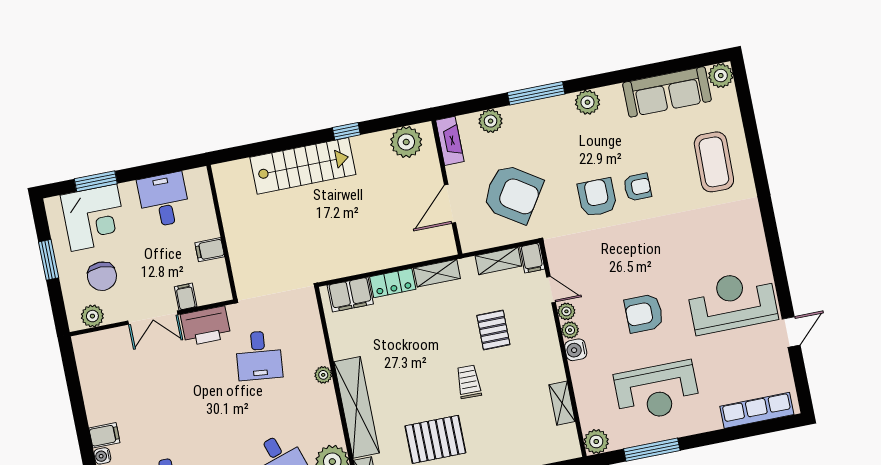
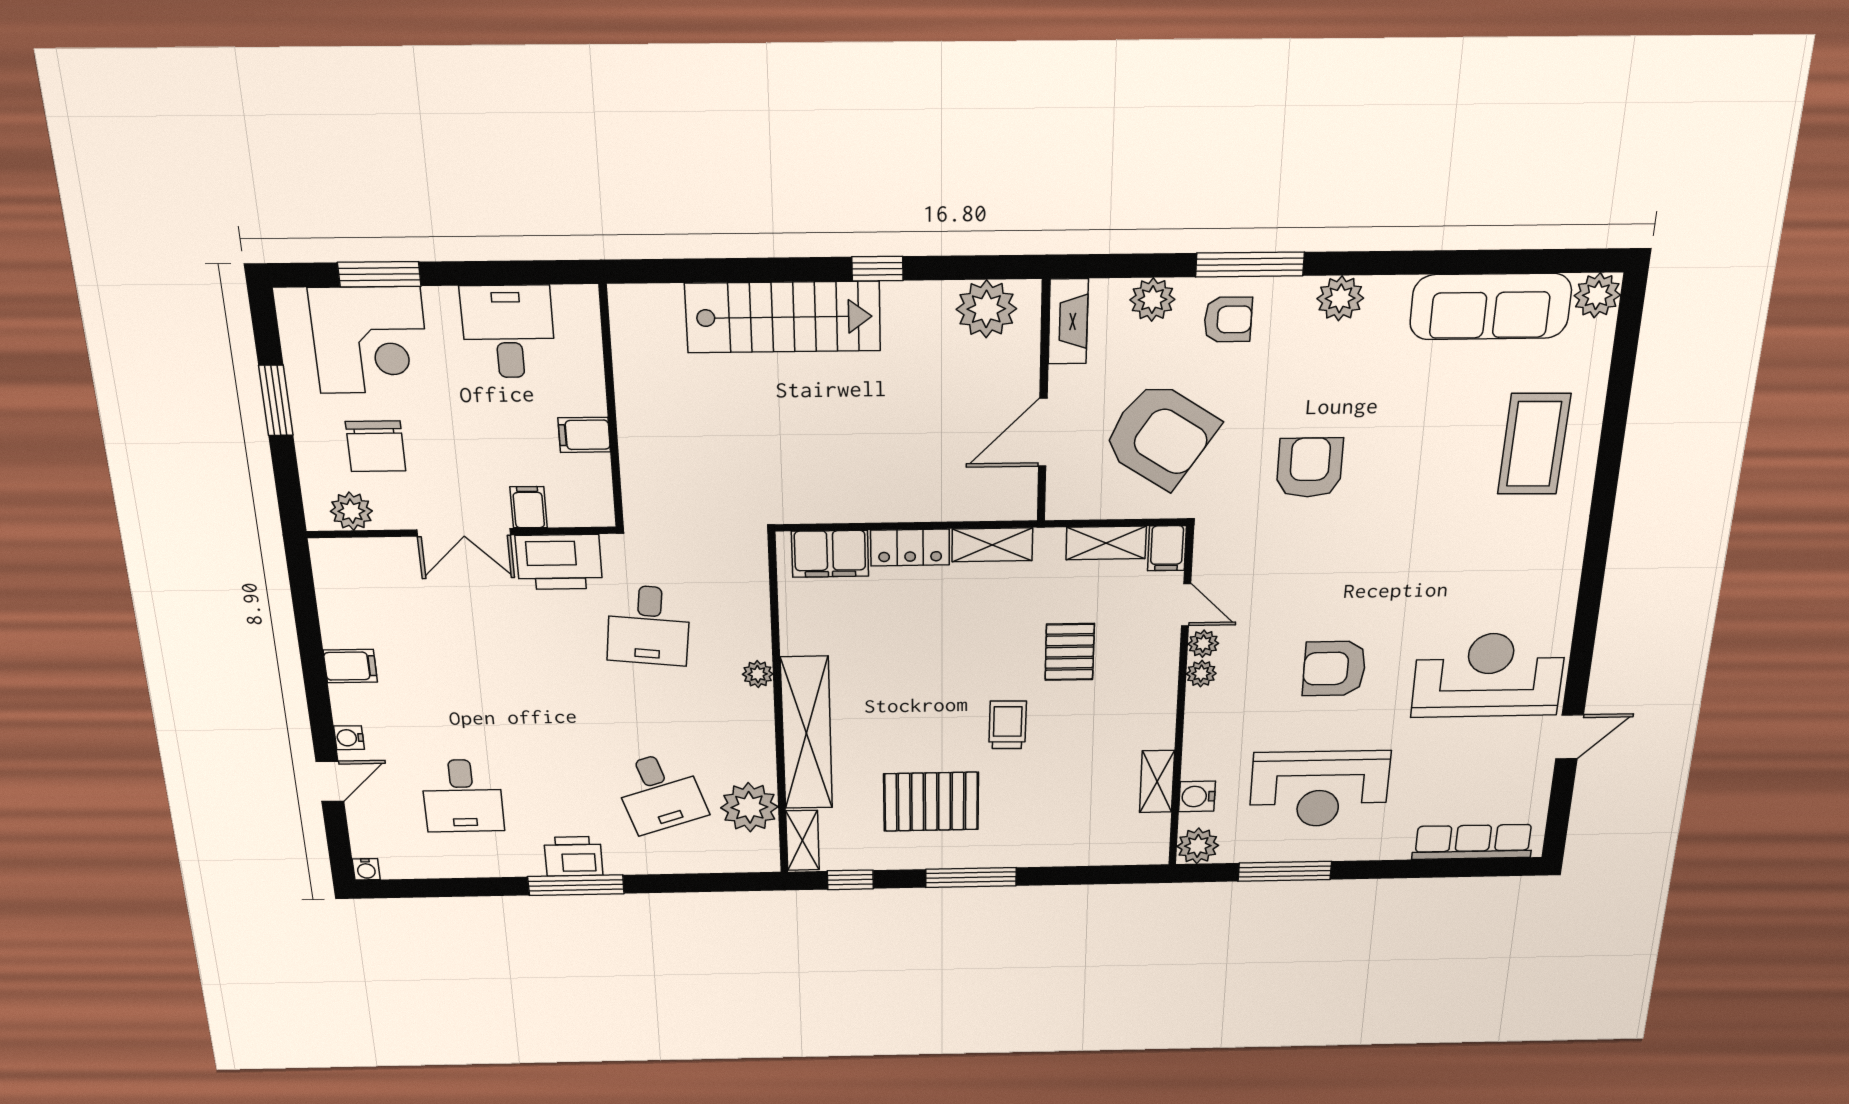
armchair: (637, 187) -> (1228, 319), moved
water cooler: (576, 350) -> (1197, 796), moved
filing cabinet: (104, 435) -> (350, 666), moved

